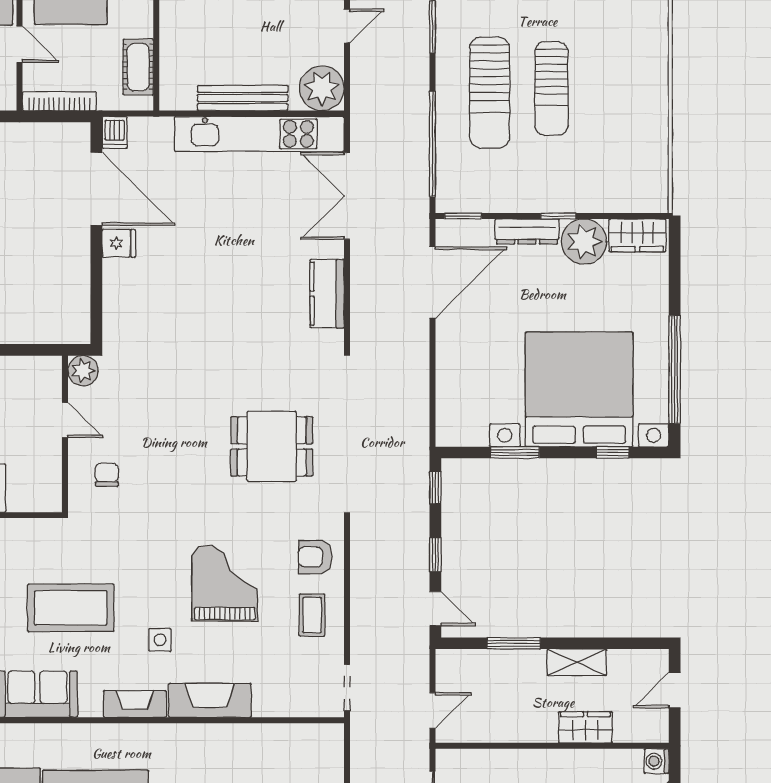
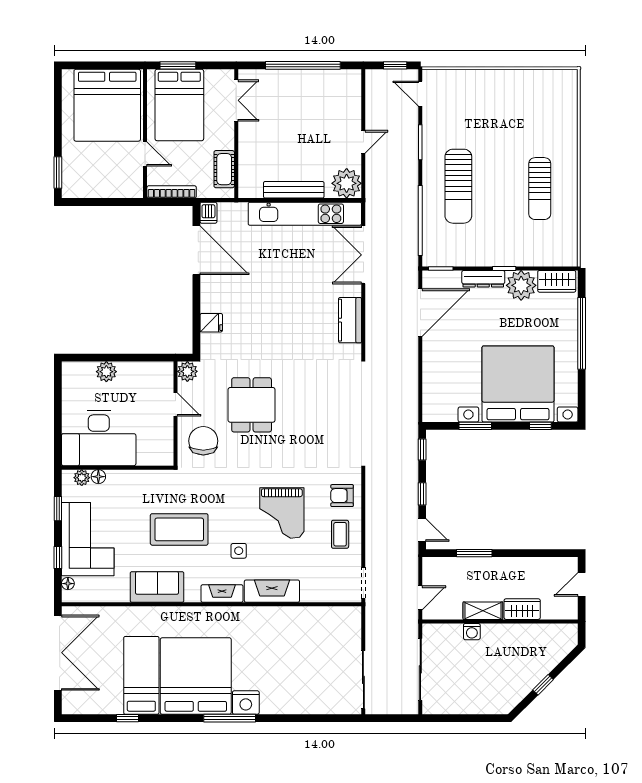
sun lounger: (551, 89) -> (540, 189), moved
fridge: (119, 243) -> (211, 323), moved
window: (675, 370) -> (582, 333), moved
dining table: (272, 446) -> (252, 405), moved, turned 90
chair: (107, 475) -> (203, 441), width x1.87, depth x1.87
grand piano: (225, 583) -> (282, 513), turned 180
shelving: (577, 662) -> (483, 611), moved
washing machine: (657, 761) -> (472, 632), moved, turned -90

